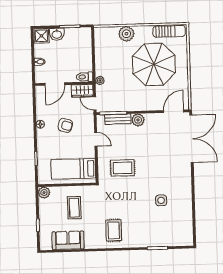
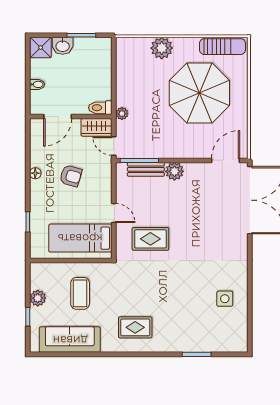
door: (96, 139) -> (114, 213), moved
plant: (44, 193) -> (38, 298), moved
side table: (161, 200) -> (225, 299), moved
rug: (114, 230) -> (135, 327), turned 90
sofa: (68, 240) -> (70, 340), width x1.36

